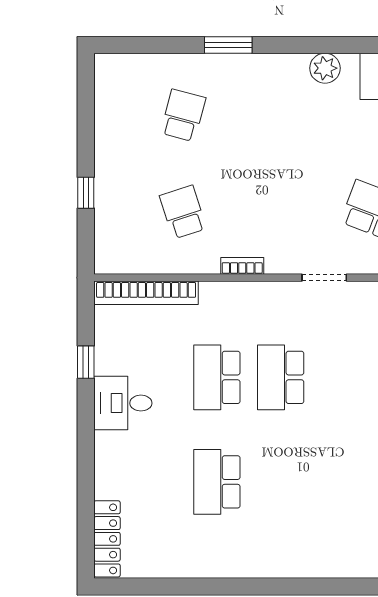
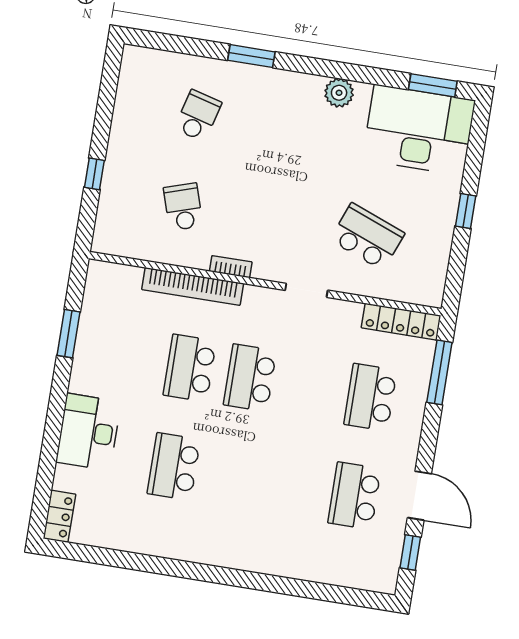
bookcase: (146, 293) -> (193, 286), moved
window: (86, 362) -> (69, 334), width x1.50
desk: (123, 403) -> (88, 432), moved, width x1.37
locker: (107, 539) -> (59, 516), width x0.66

